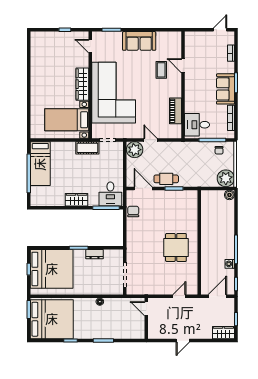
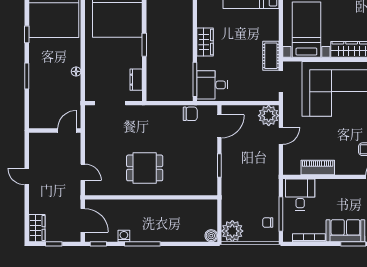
cafe table: (166, 179) -> (232, 156), removed
dresser: (95, 254) -> (136, 80), moved

